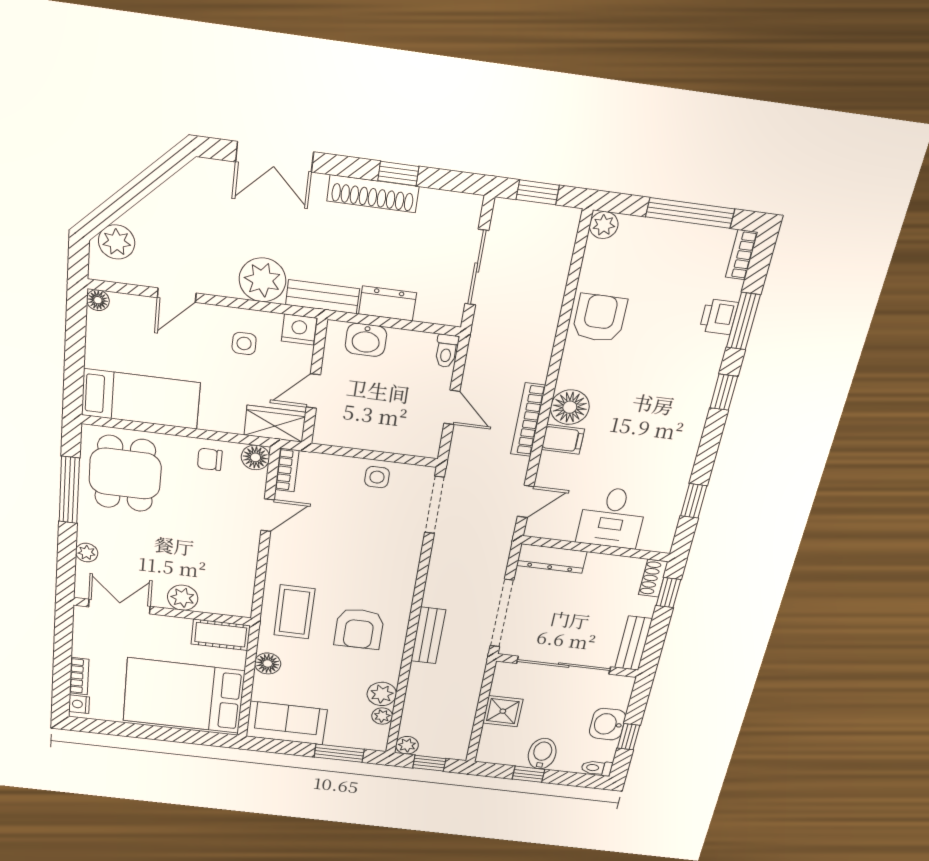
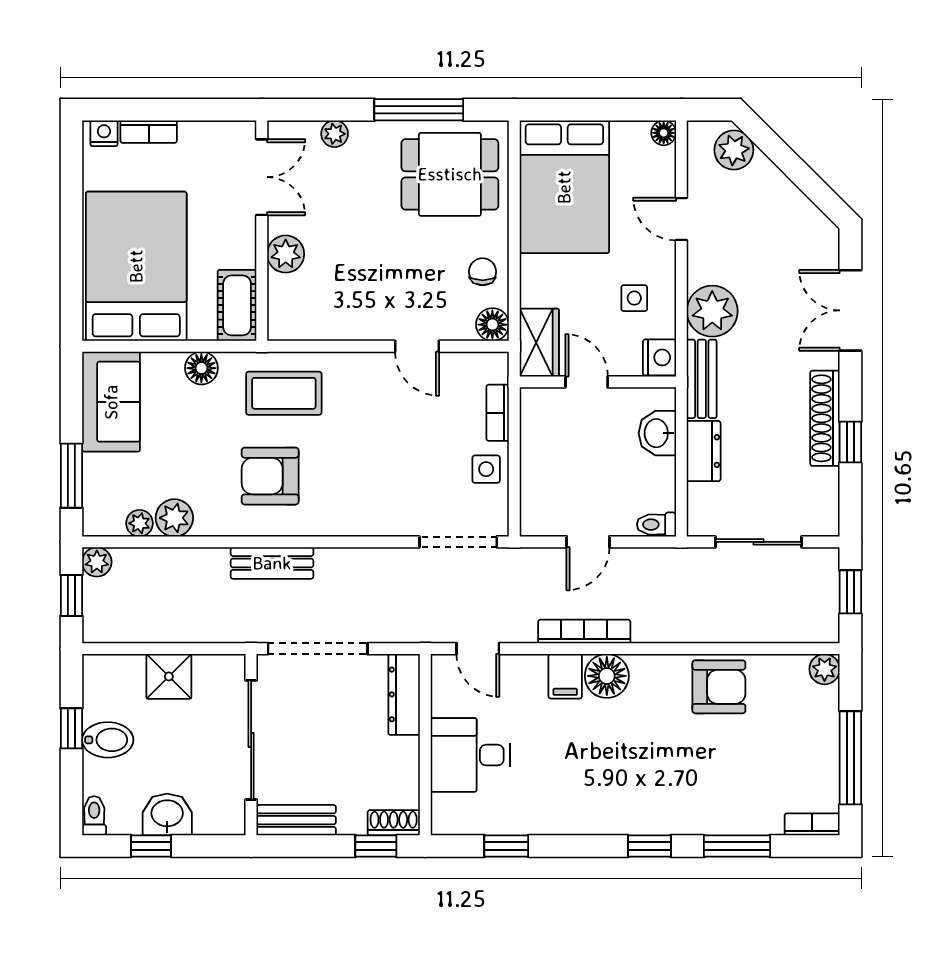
printer: (719, 317) -> (739, 818), removed
bed: (141, 399) -> (564, 187), width x1.50
bookcase: (287, 470) -> (498, 413), moved, turned 90

